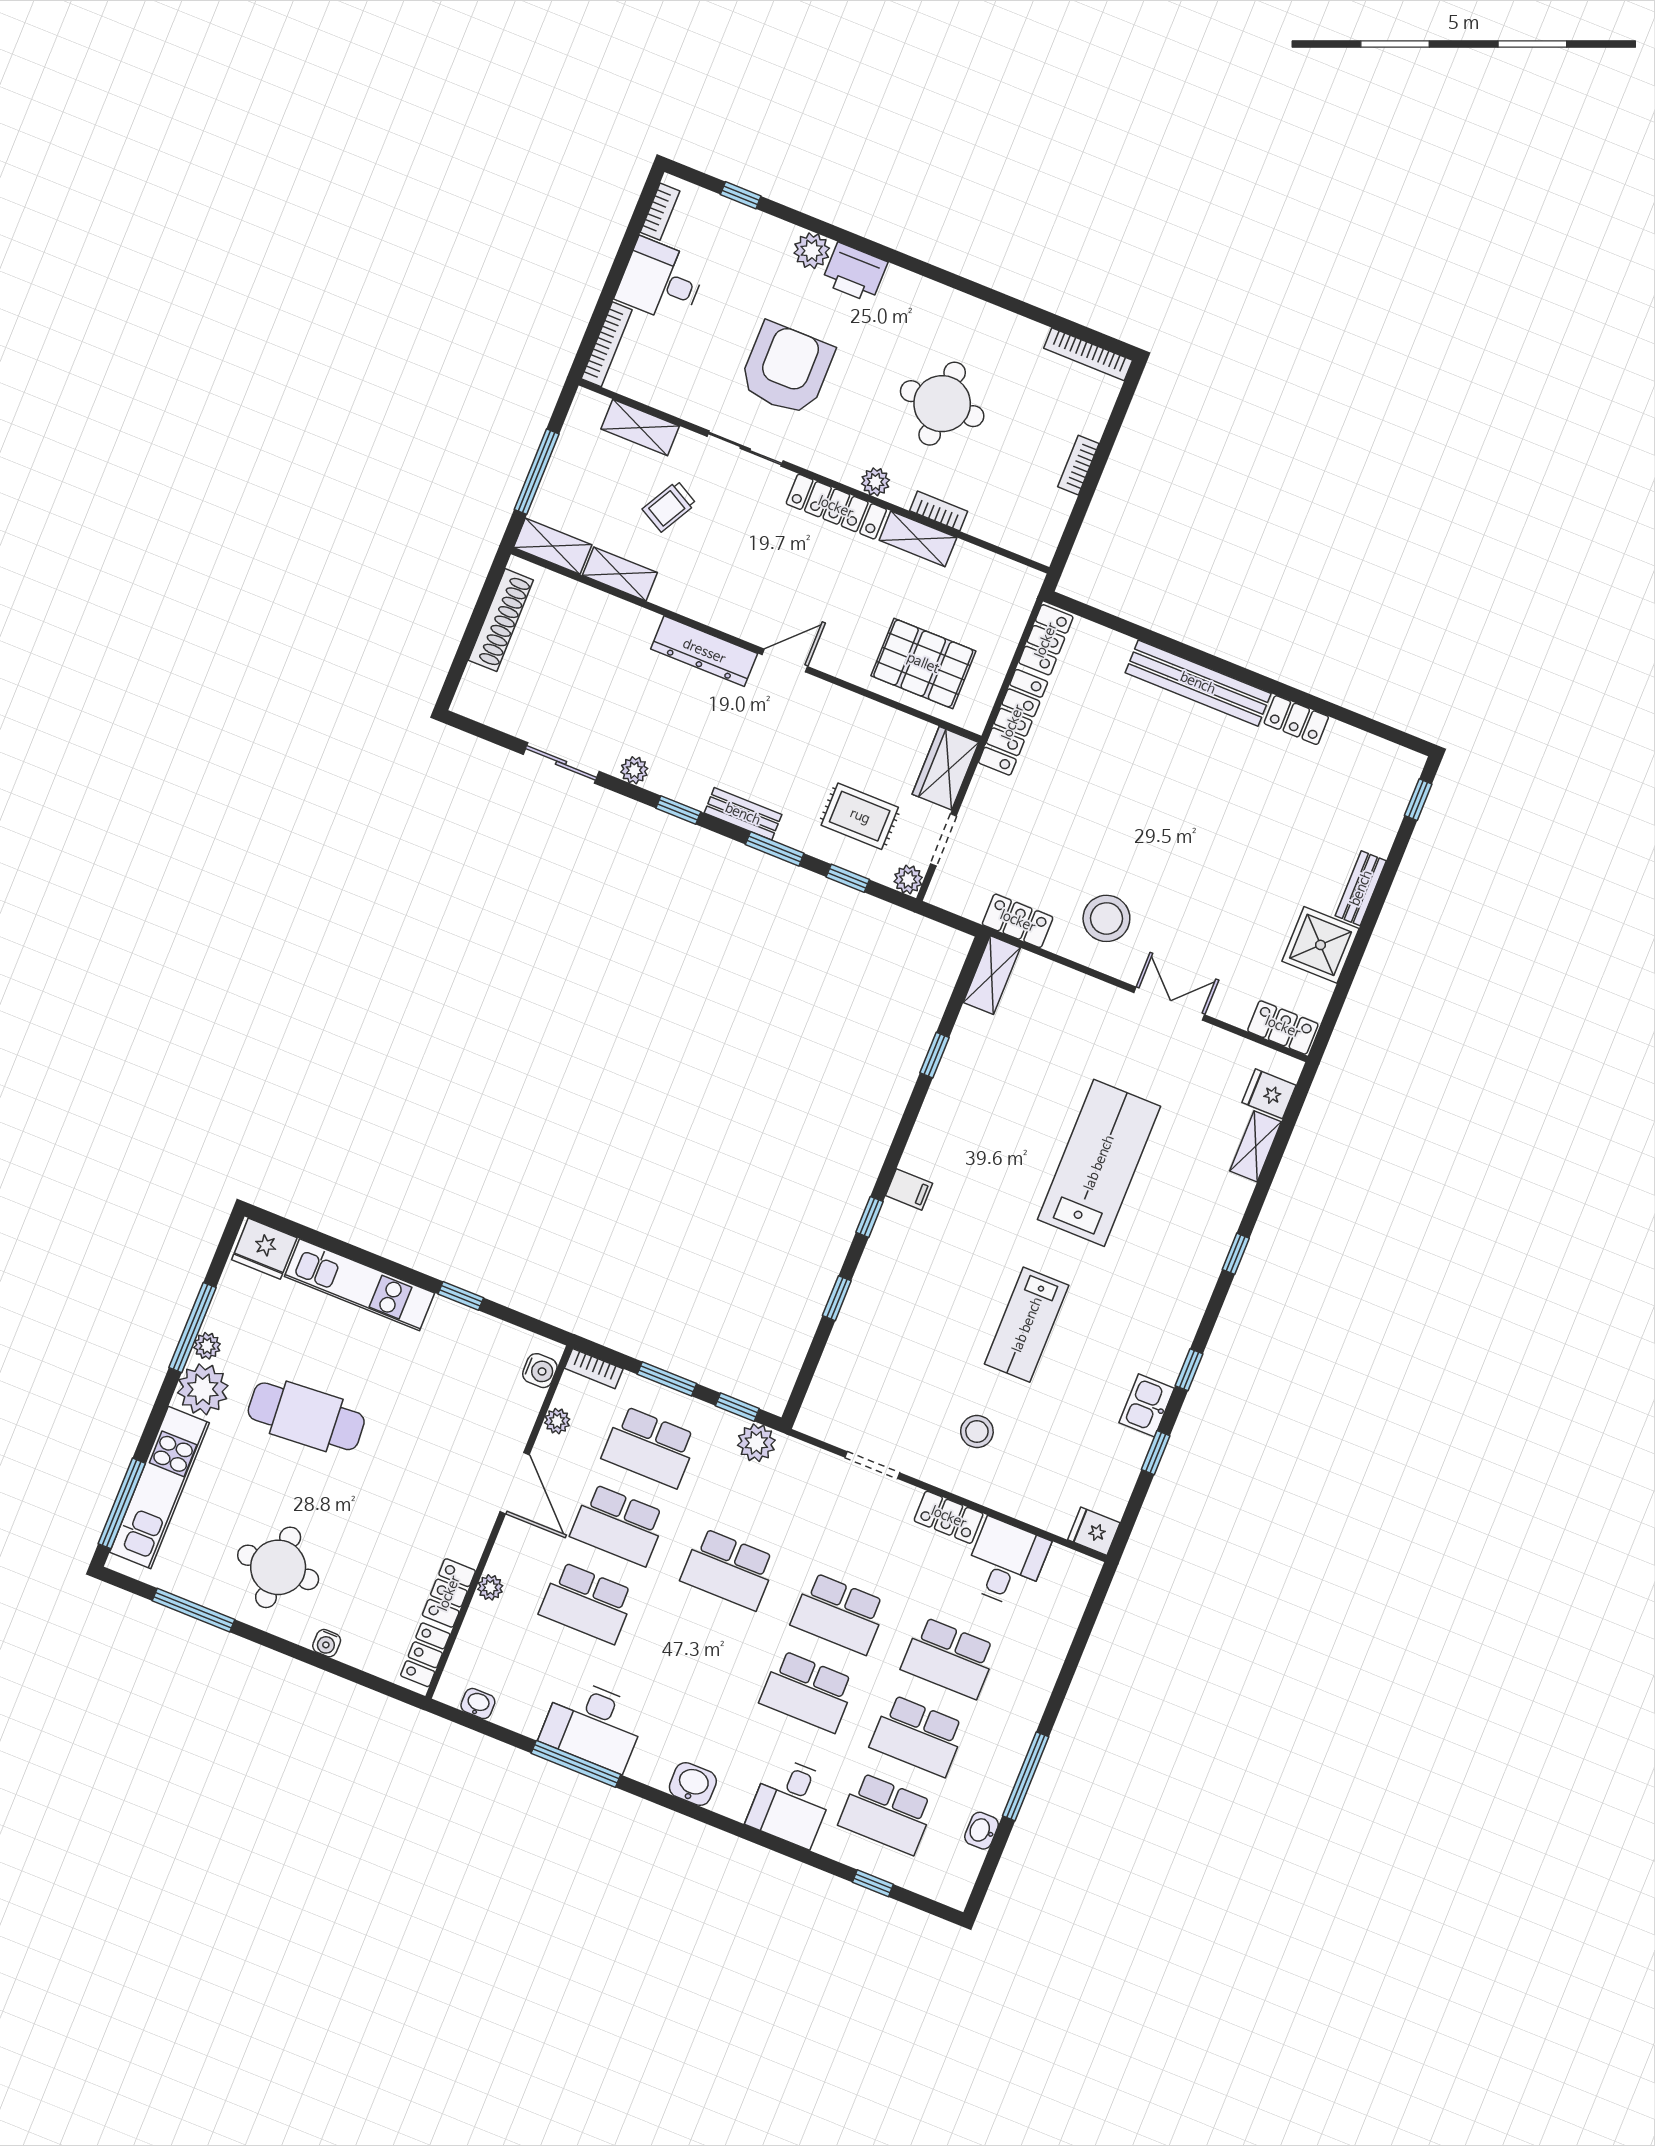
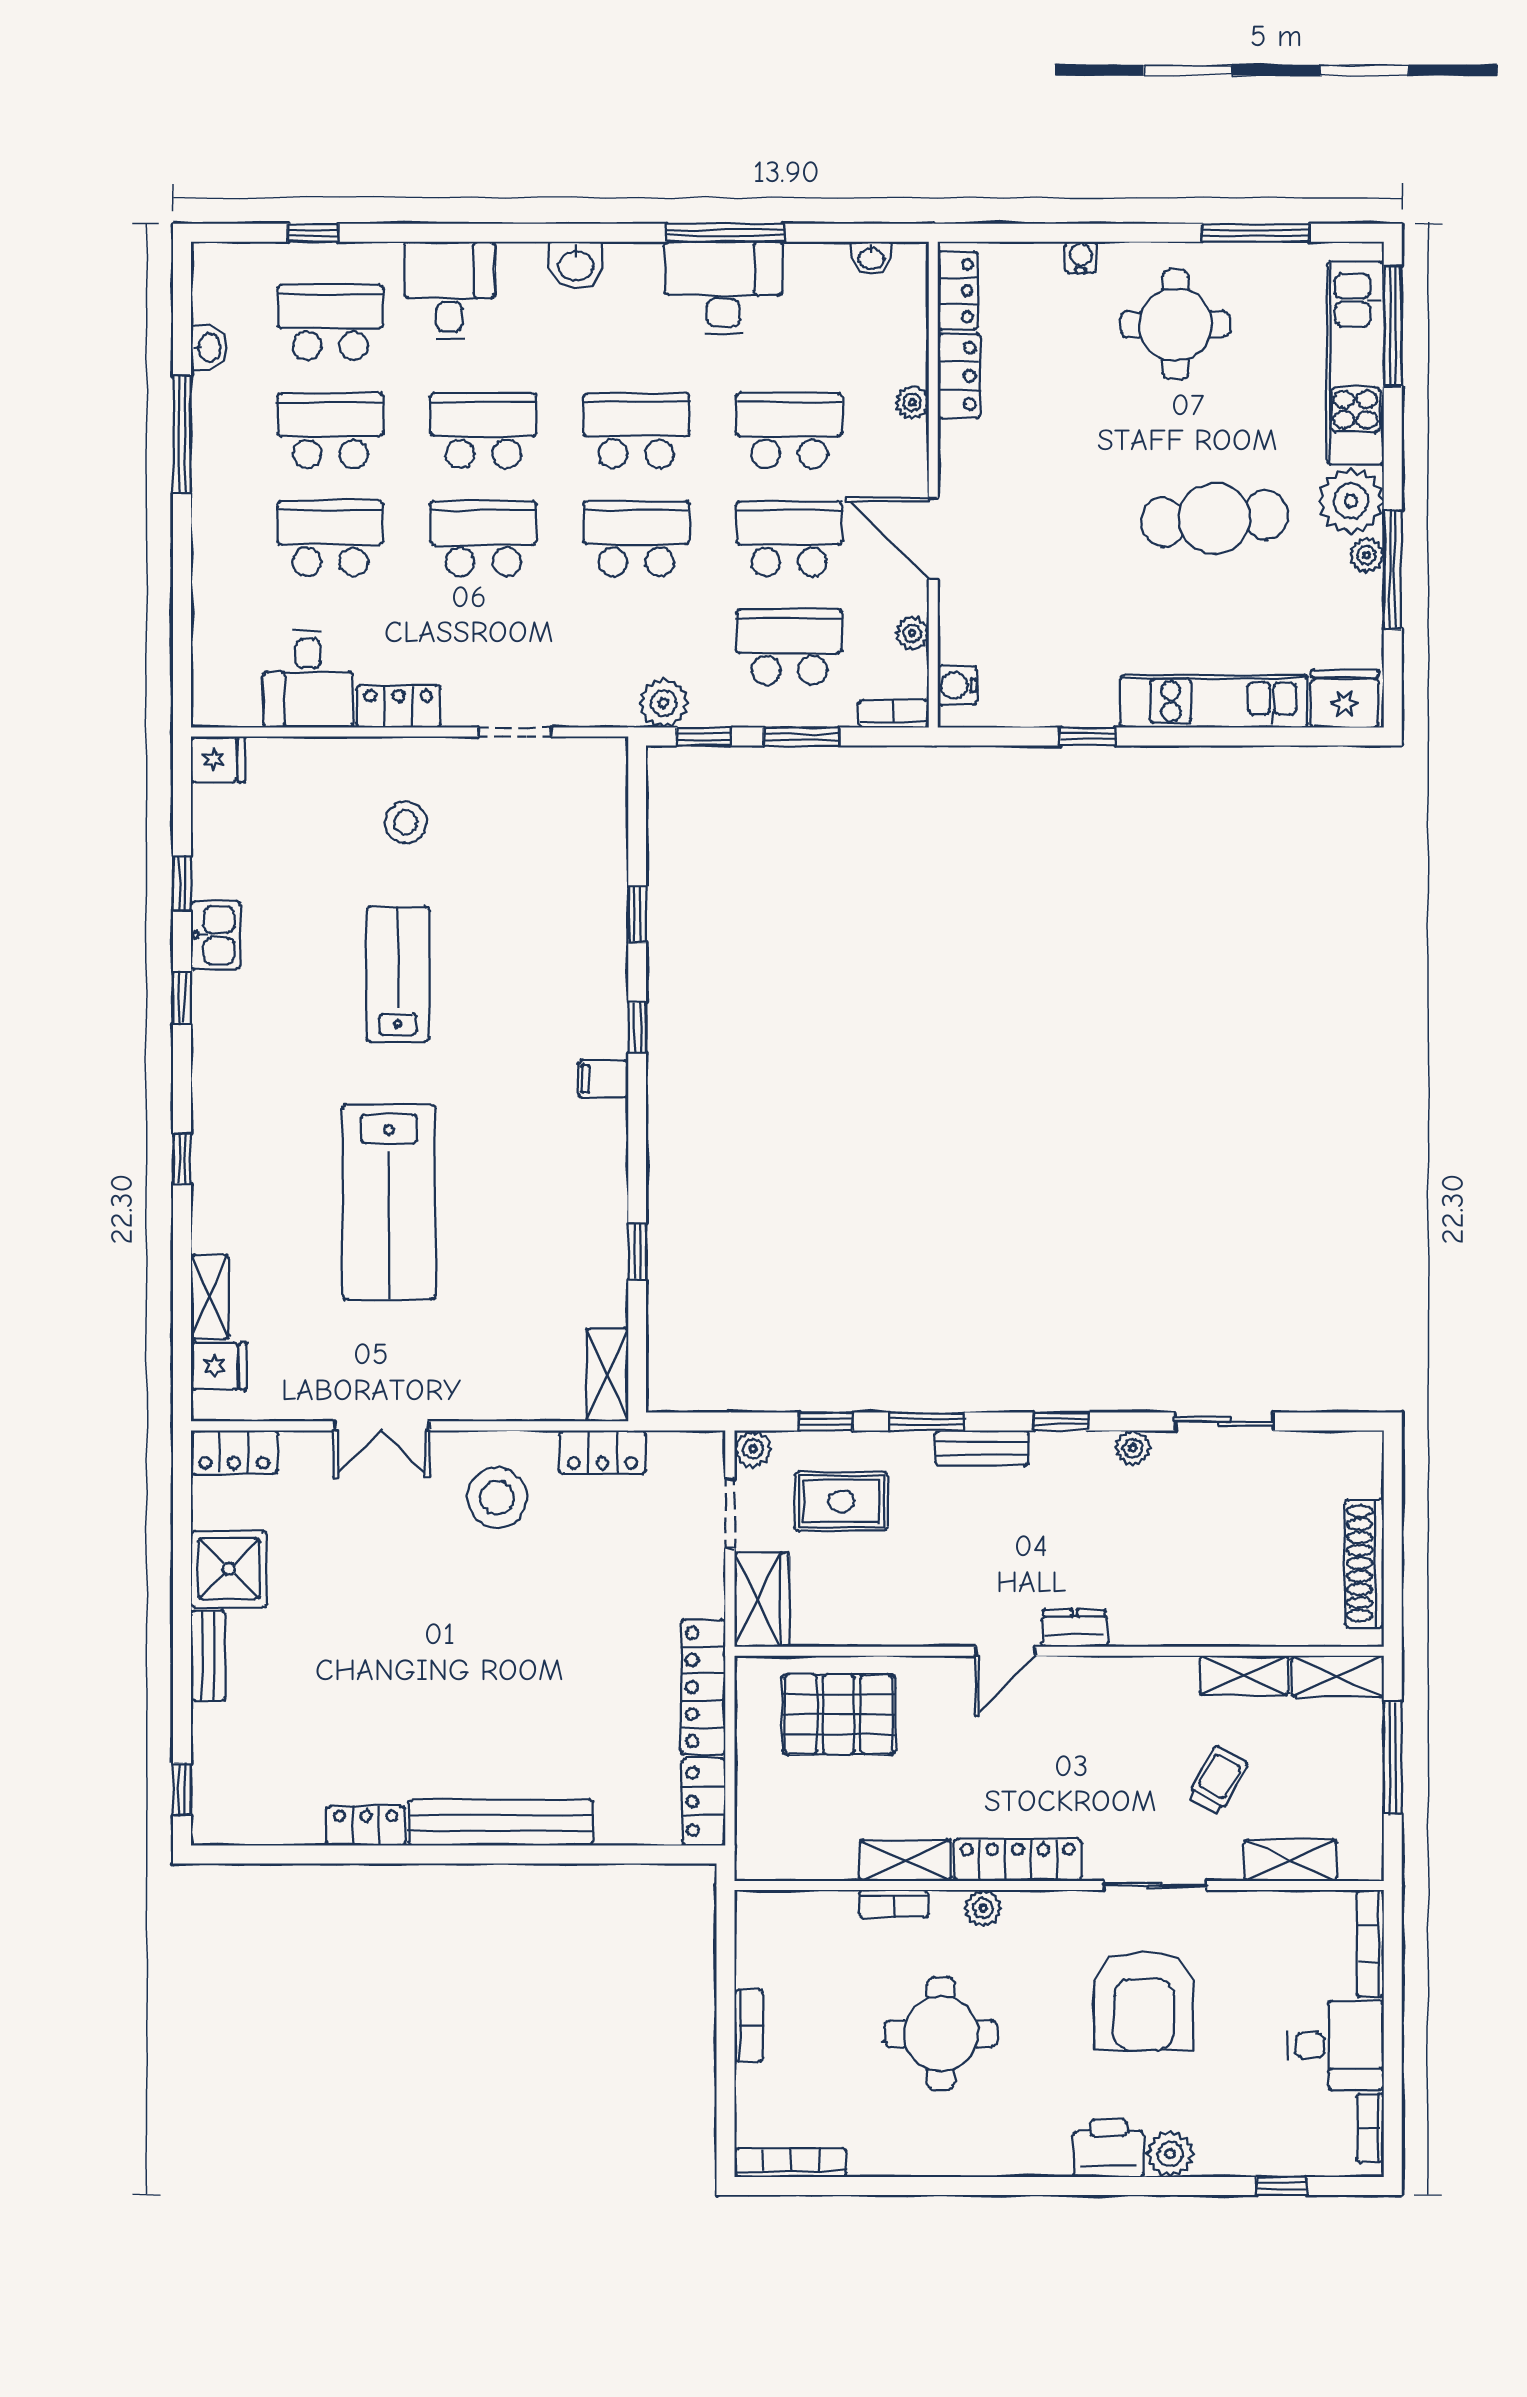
dresser: (704, 651) -> (1075, 1628), width x0.51, depth x0.80
school desk: (697, 1647) -> (636, 431), added

